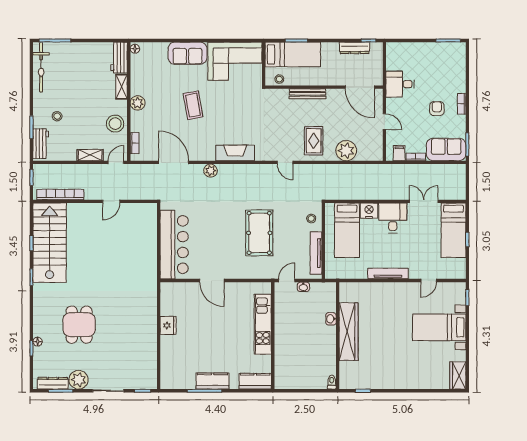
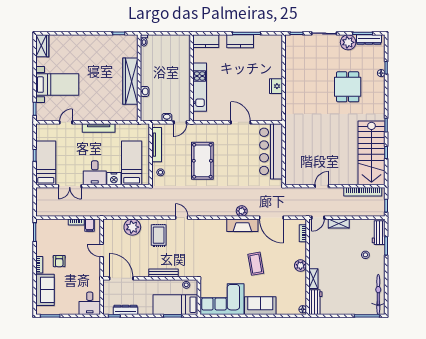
desk: (400, 84) -> (90, 303), moved, turned 90
stool: (115, 124) -> (319, 249), removed
sofa: (446, 149) -> (45, 290), moved, turned -90
fireplace: (235, 153) -> (242, 225), moved

